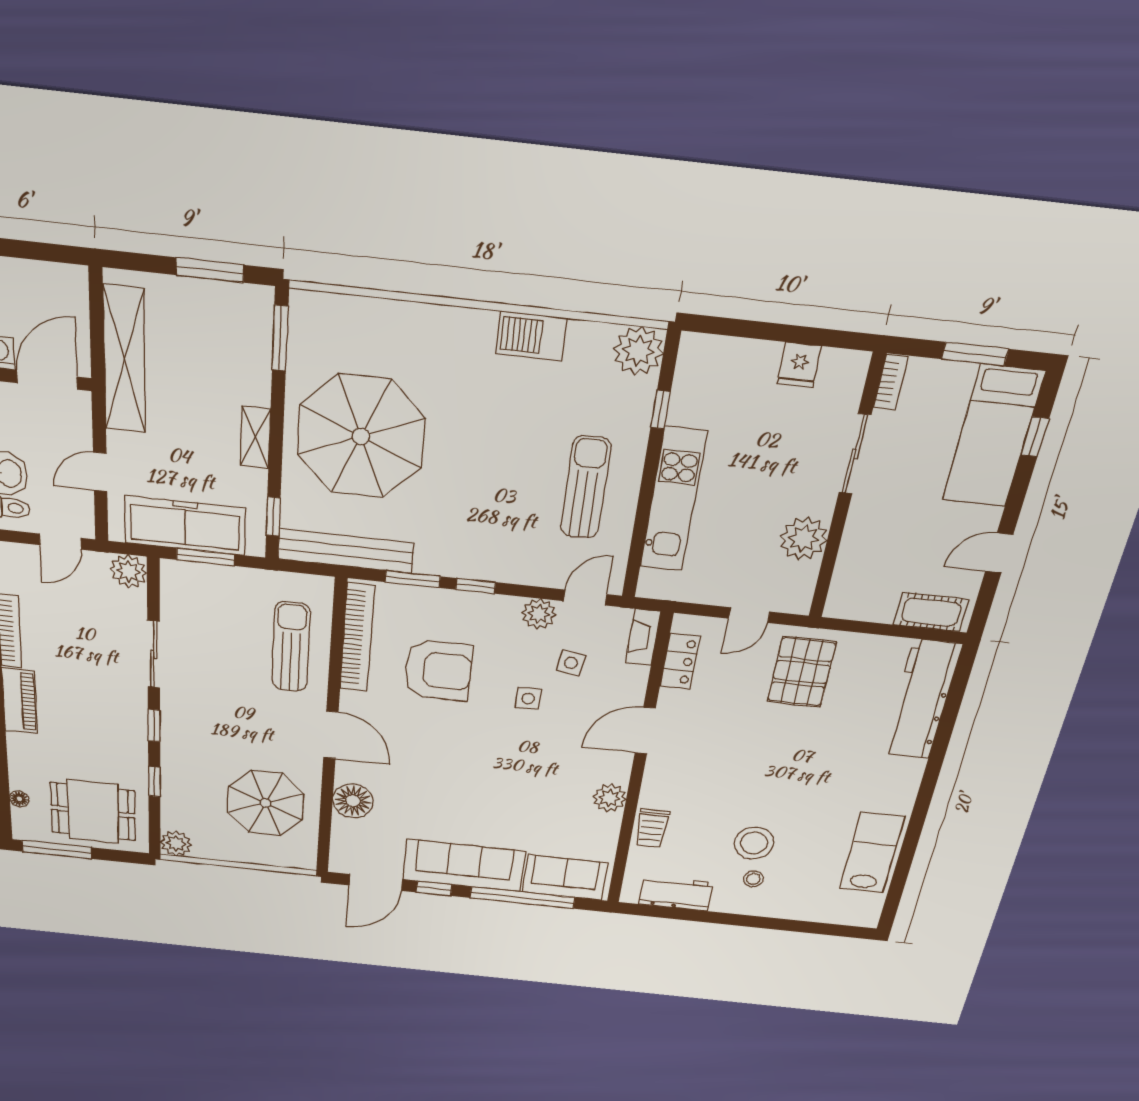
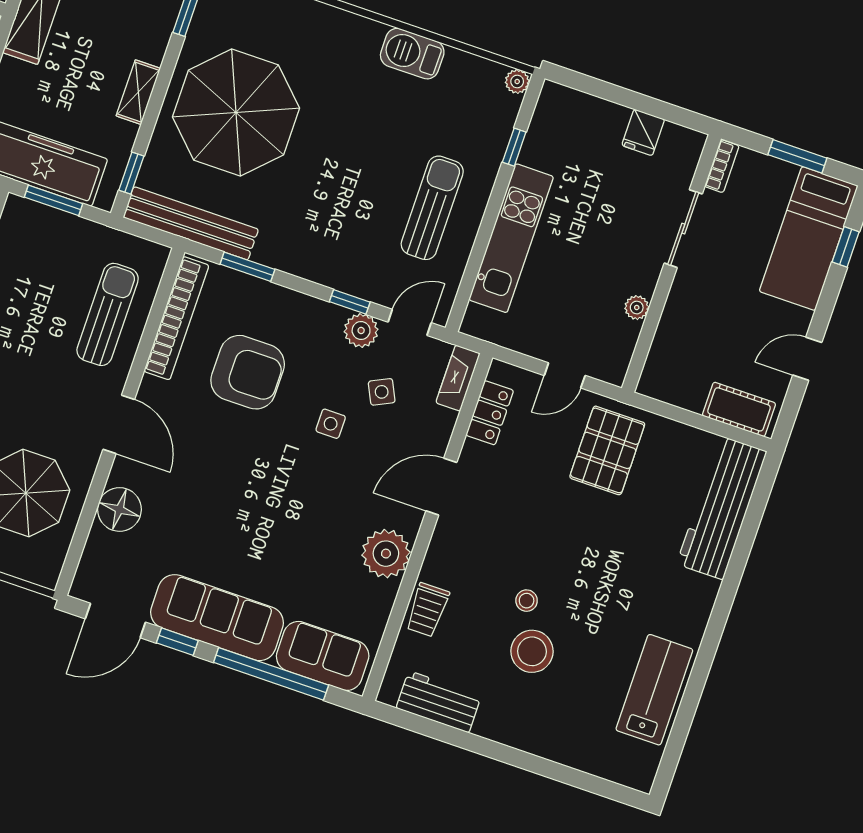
plant: (638, 351) -> (517, 82), width x0.53, depth x0.53
plant: (804, 538) -> (637, 308), width x0.53, depth x0.53
window: (476, 586) -> (350, 302), moved
side table: (571, 663) -> (382, 392), turned -35
plant: (609, 798) -> (386, 554), width x1.36, depth x1.36
stool: (753, 879) -> (527, 601), moved

